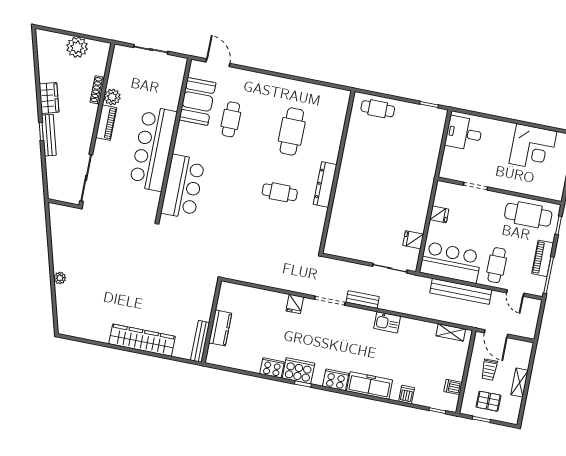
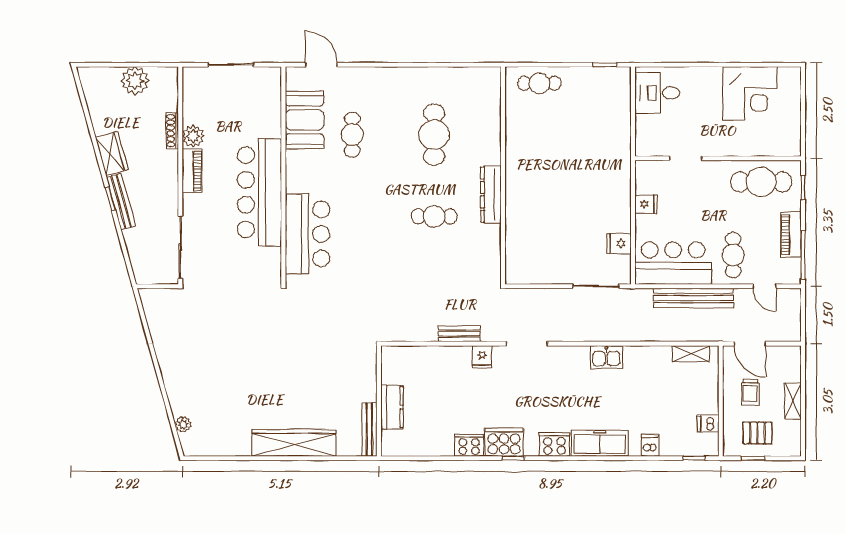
plant: (60, 278) -> (183, 424), moved
bench: (363, 300) -> (459, 334), moved

